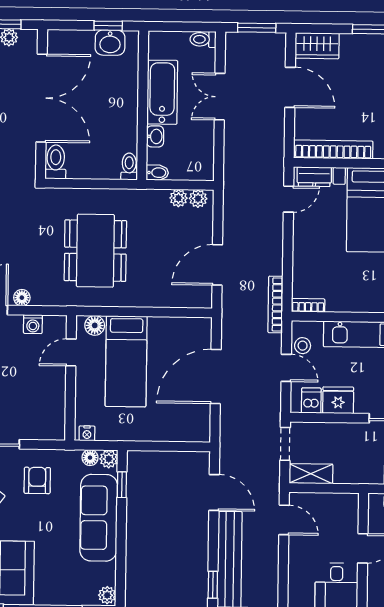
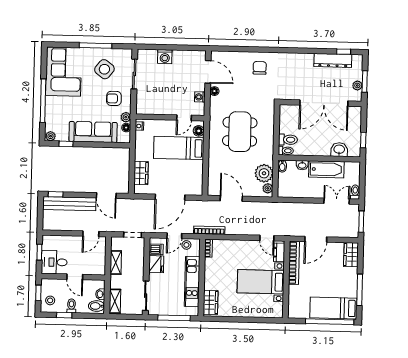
washbasin: (110, 43) -> (339, 150), moved, turned 90
door: (290, 87) -> (316, 239), moved
double door: (220, 97) -> (337, 201), moved
toilet: (56, 162) -> (288, 140), moved
plant: (178, 198) -> (264, 173), width x1.88, depth x1.88
dining table: (95, 251) -> (240, 132), turned 90
door: (71, 352) -> (184, 118), swing flipped
door: (216, 376) -> (170, 197), swing flipped
wardrobe: (172, 430) -> (141, 173), added
plant: (109, 459) -> (126, 117), moved
shelving: (311, 474) -> (116, 262), moved
armchair: (37, 480) -> (114, 98), turned 180
window: (122, 485) -> (66, 144), moved
door: (214, 493) -> (106, 196), hinge flipped

